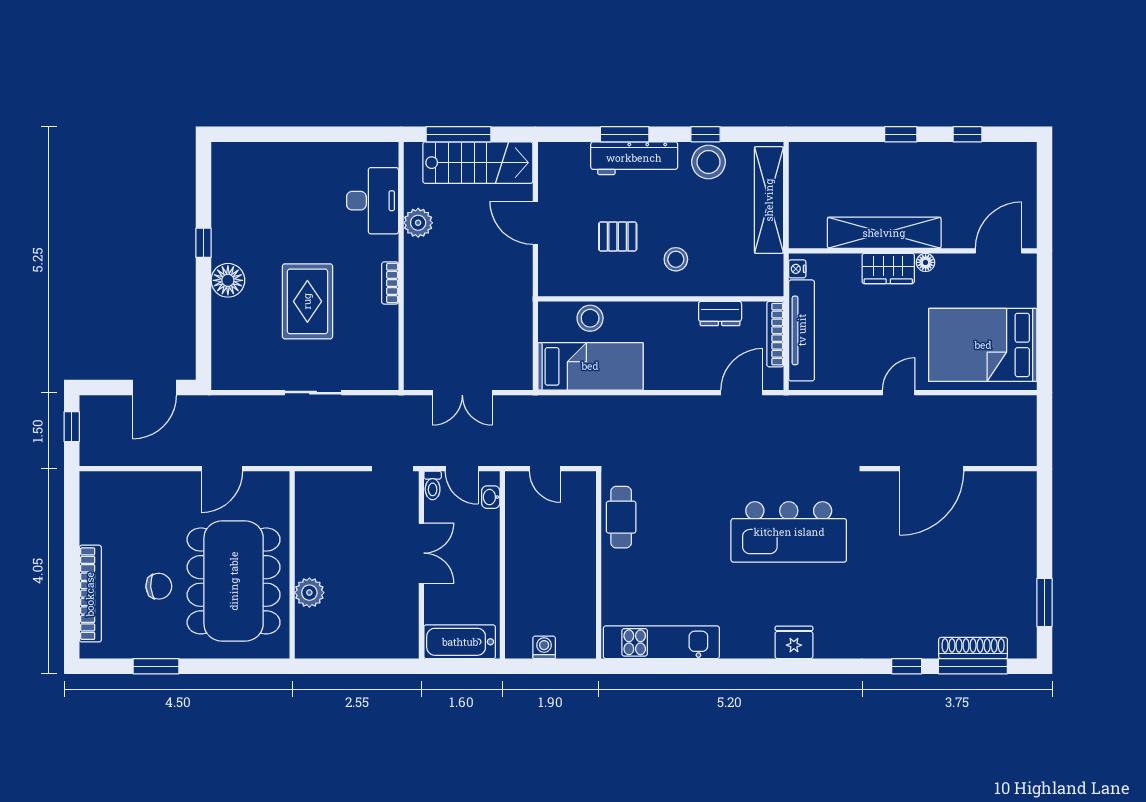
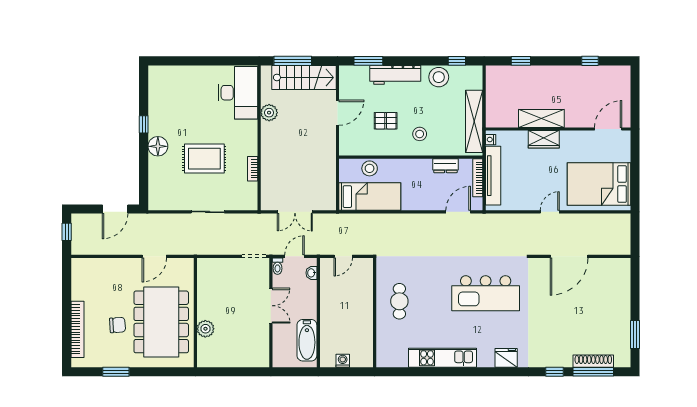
window: (625, 134) -> (368, 61), moved
window: (706, 134) -> (457, 61), moved
window: (901, 134) -> (521, 61), moved
shelving: (769, 200) -> (474, 121), moved
desk: (373, 201) -> (238, 93), width x1.36, depth x1.30
door: (535, 223) -> (338, 113), swing flipped
shelving: (884, 233) -> (541, 118), width x0.68
floor lamp: (926, 262) -> (566, 136), removed
bookcase: (390, 283) -> (253, 169), moved
rug: (307, 301) -> (204, 159), turned 90
door: (462, 469) -> (294, 256), swing flipped
door: (545, 469) -> (343, 256), hinge flipped
cafe table: (621, 517) -> (399, 301), moved
bathtub: (460, 642) -> (307, 340), moved, turned -90
kitchen unit: (661, 642) -> (443, 358), moved
fridge: (794, 642) -> (506, 358), moved

